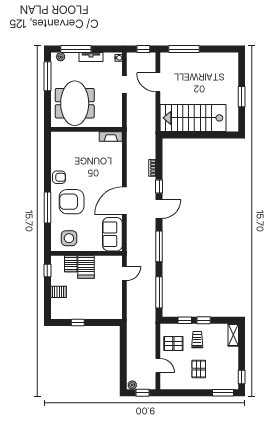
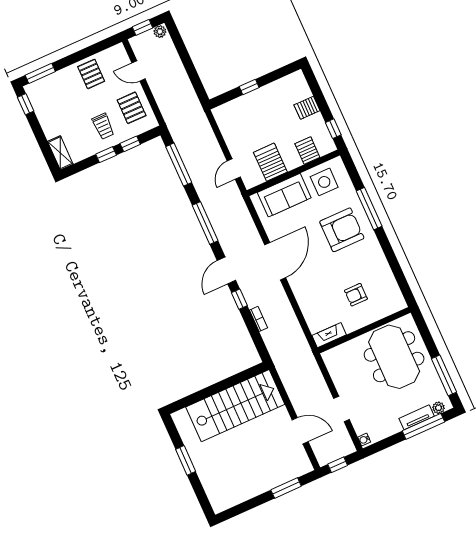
window: (184, 49) -> (286, 488), width x0.69
tv unit: (91, 57) -> (417, 417), moved
armchair: (59, 177) -> (356, 295), moved
sofa: (112, 234) -> (284, 195), moved, turned 90
server rack: (86, 267) -> (270, 162), moved
window: (78, 323) -> (249, 87), moved
pallet: (173, 343) -> (132, 108), turned 90
pallet: (199, 369) -> (91, 74), moved

